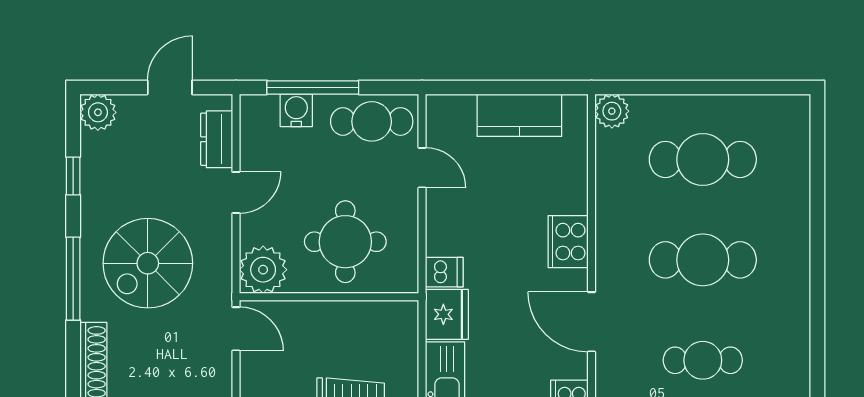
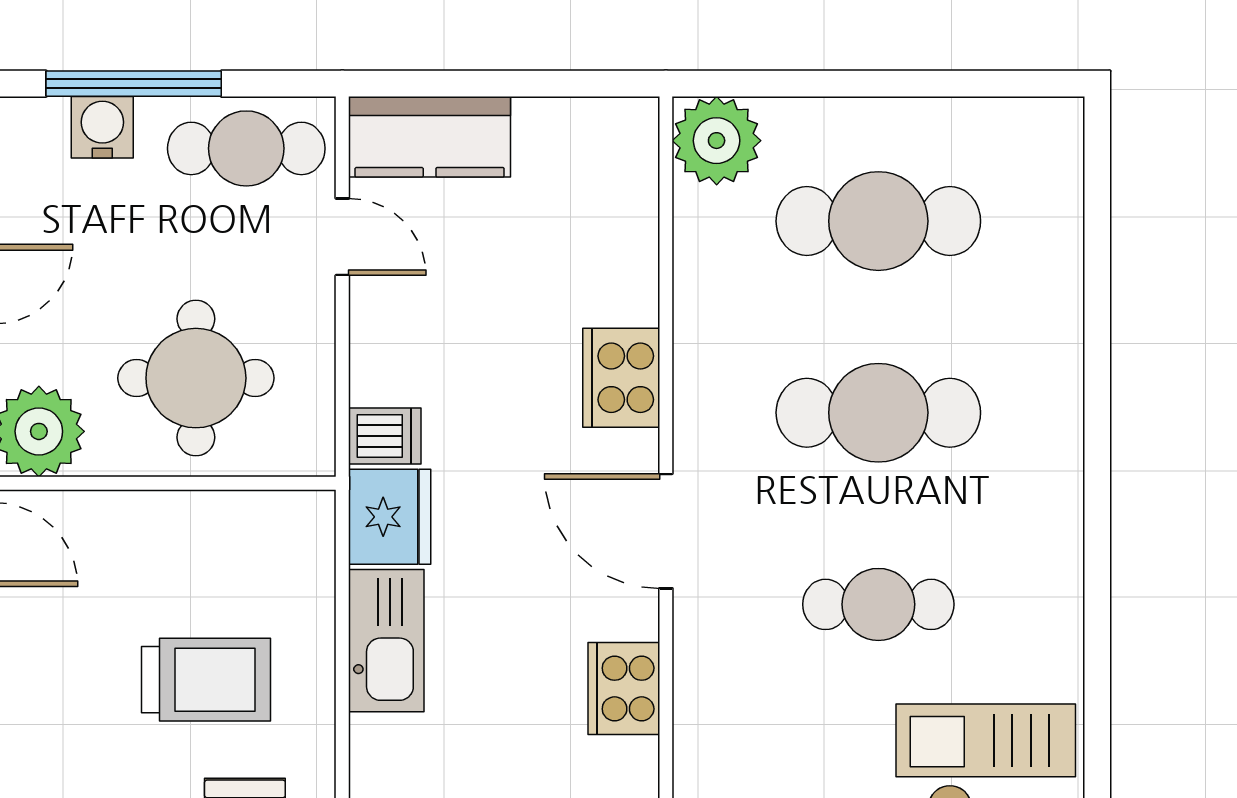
plant: (612, 111) -> (717, 141), width x1.36, depth x1.36
kitchen counter: (519, 115) -> (430, 137), moved

